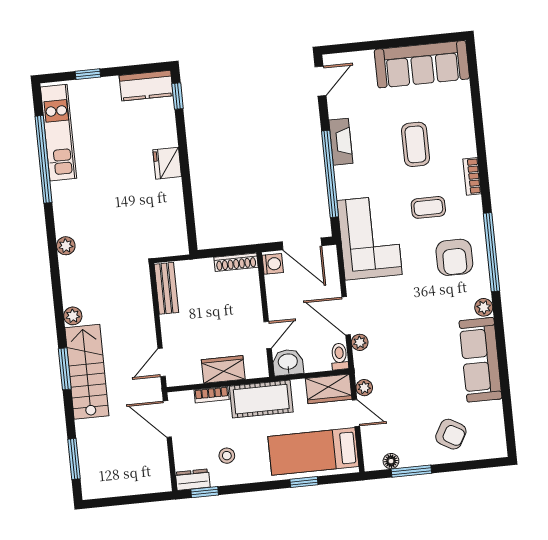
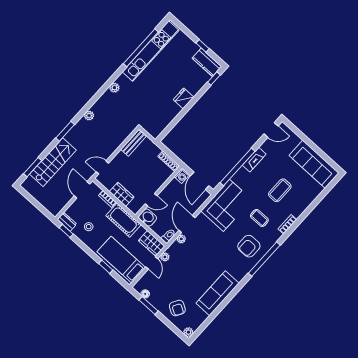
window: (88, 74) -> (203, 46), moved
kitchen unit: (59, 133) -> (151, 51), width x1.36
plant: (484, 307) -> (188, 332), moved
stairs: (87, 372) -> (53, 162), moved

